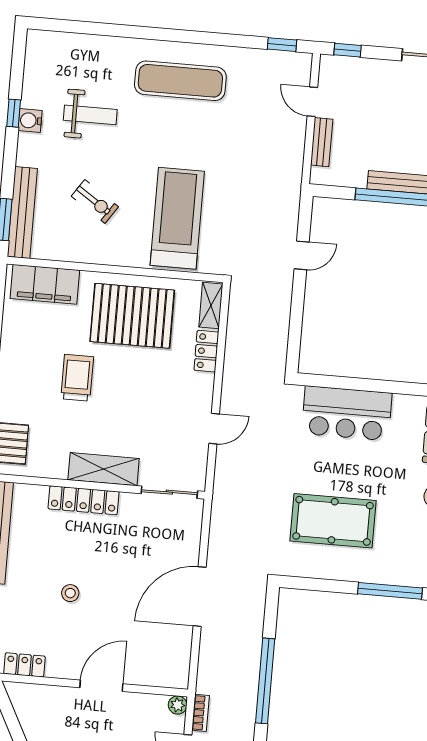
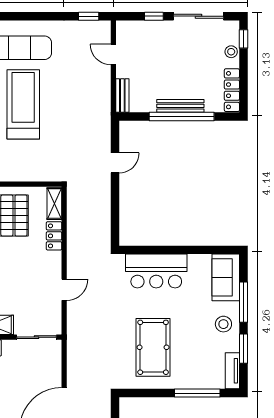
window: (348, 50) -> (154, 16), moved
bench: (322, 142) -> (122, 96), moved
treadmill: (177, 218) -> (23, 104), moved
pool table: (333, 521) -> (153, 347), turned 90

